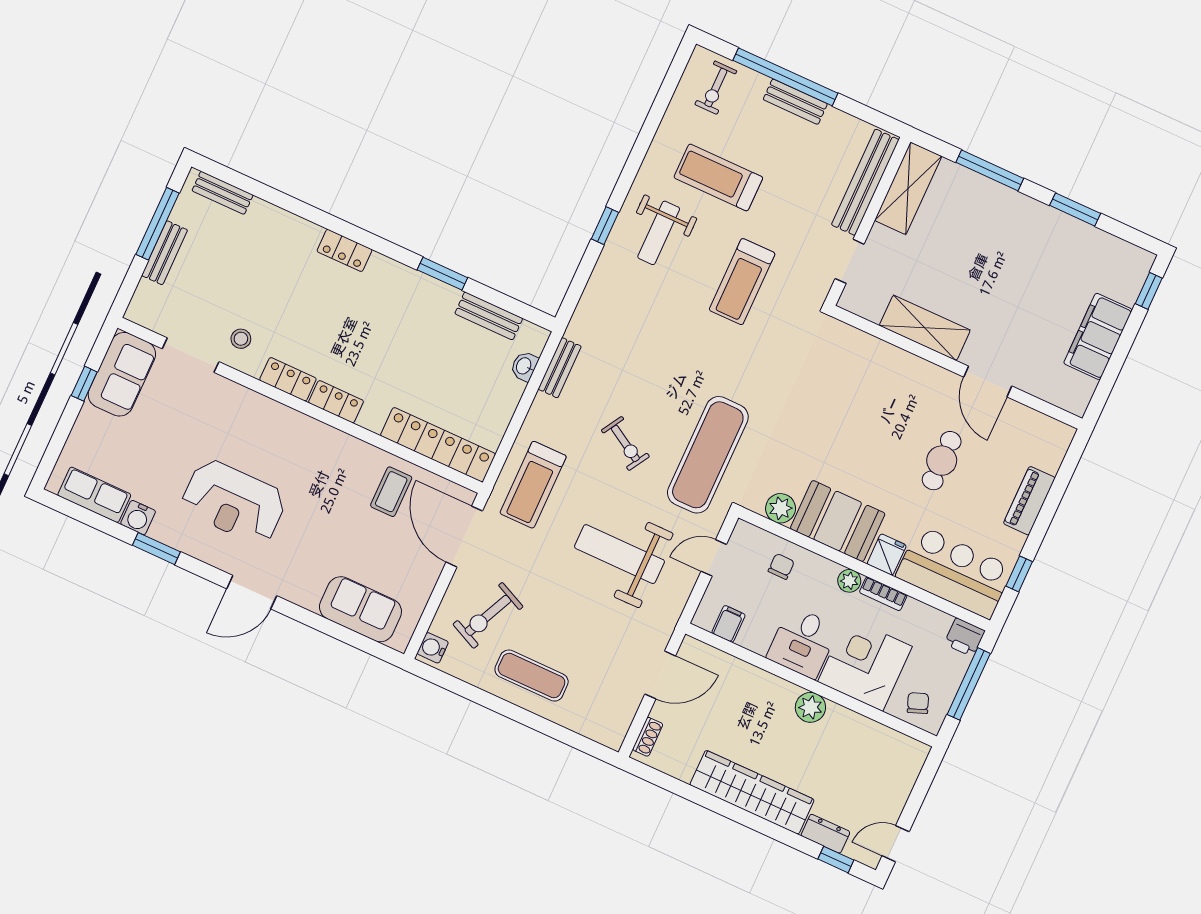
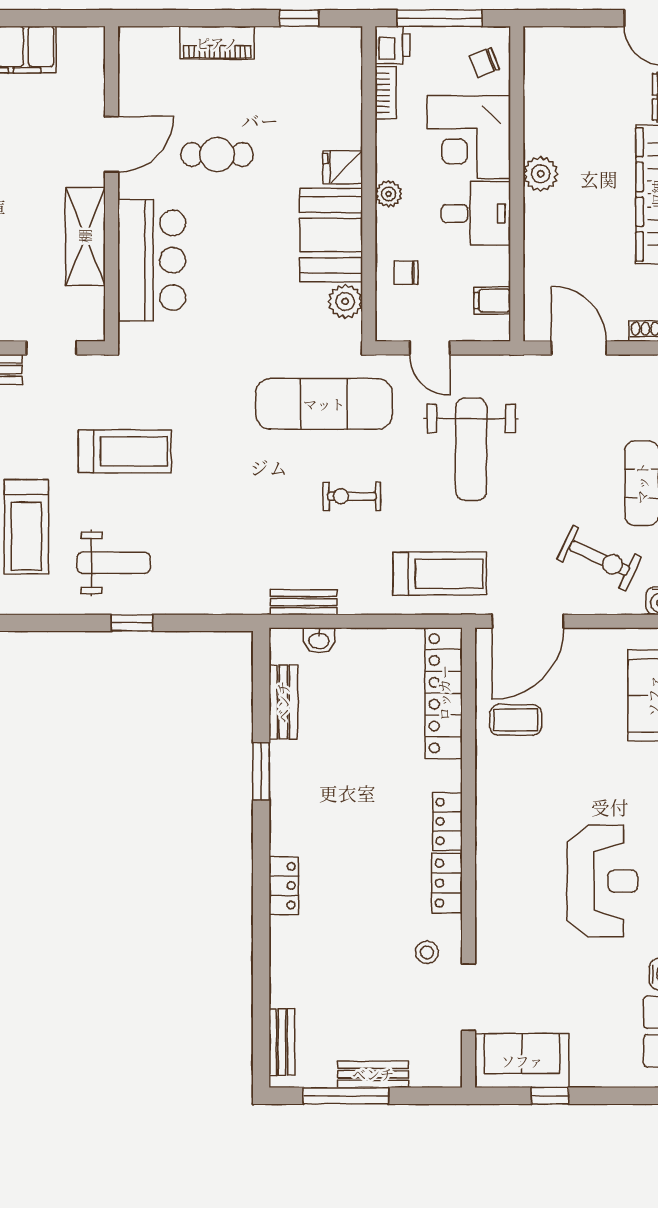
exercise bike: (625, 443) -> (352, 496), turned -121
bar counter: (955, 572) -> (152, 260), moved, turned 180
bookcase: (883, 594) -> (386, 93), moved

